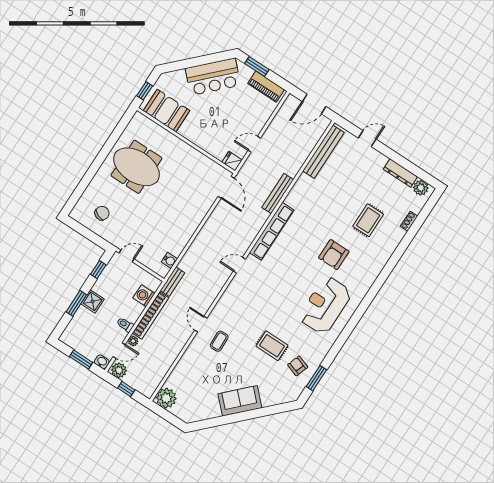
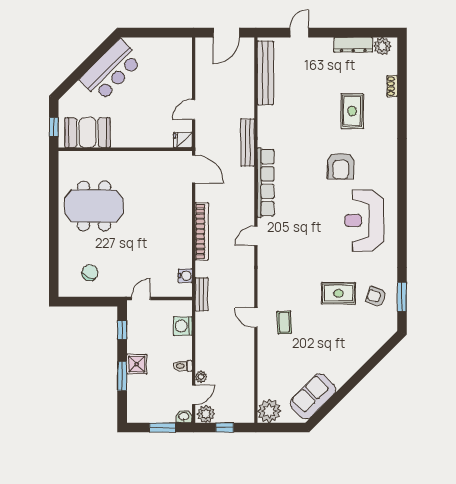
window: (257, 67) -> (147, 33), removed
piano: (266, 86) -> (169, 46), removed
bookcase: (151, 315) -> (202, 231), moved
sofa: (240, 401) -> (313, 396), moved

